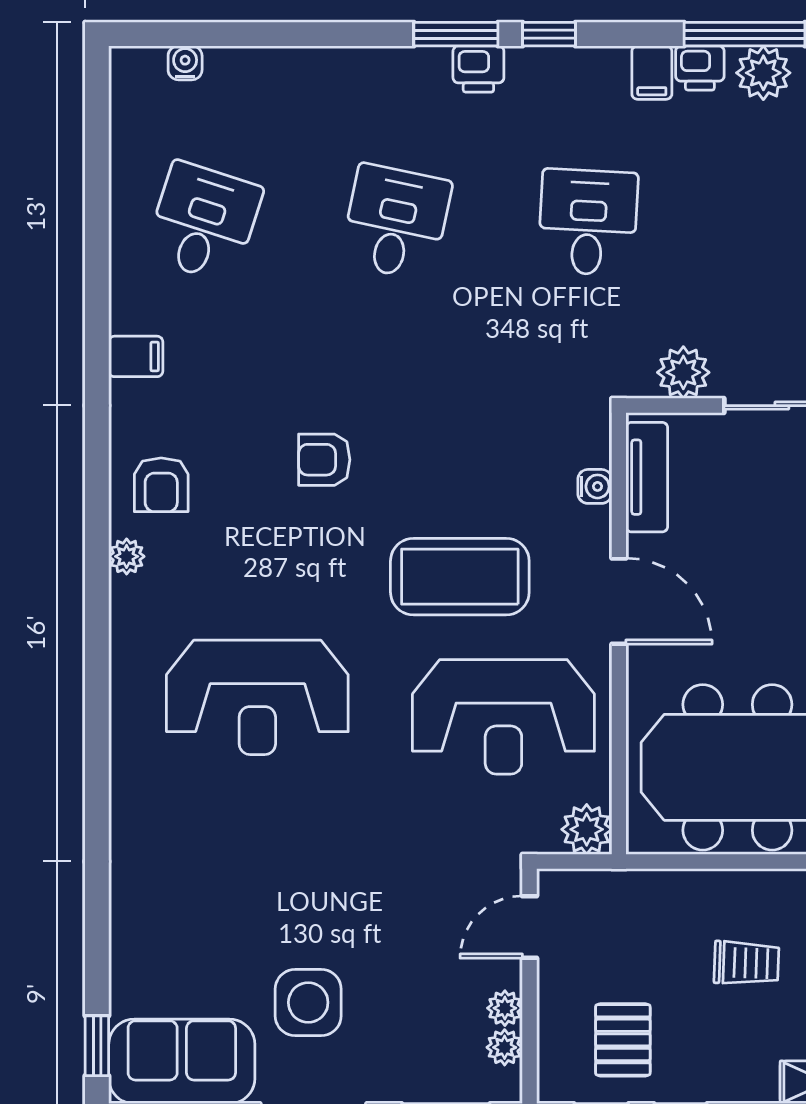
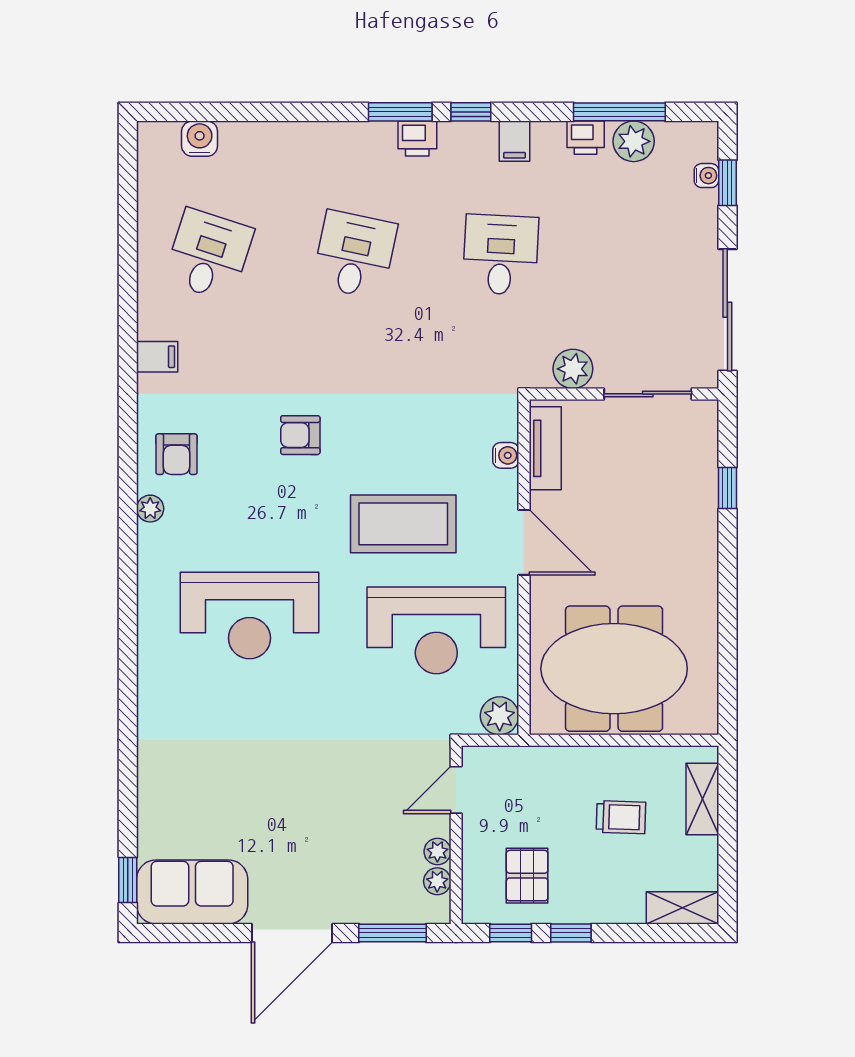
water cooler: (185, 63) -> (200, 139), width x1.38, depth x1.38
filing cabinet: (652, 73) -> (514, 141), moved
side table: (308, 1002) -> (288, 847), removed

